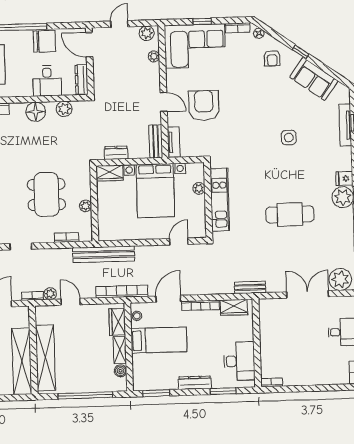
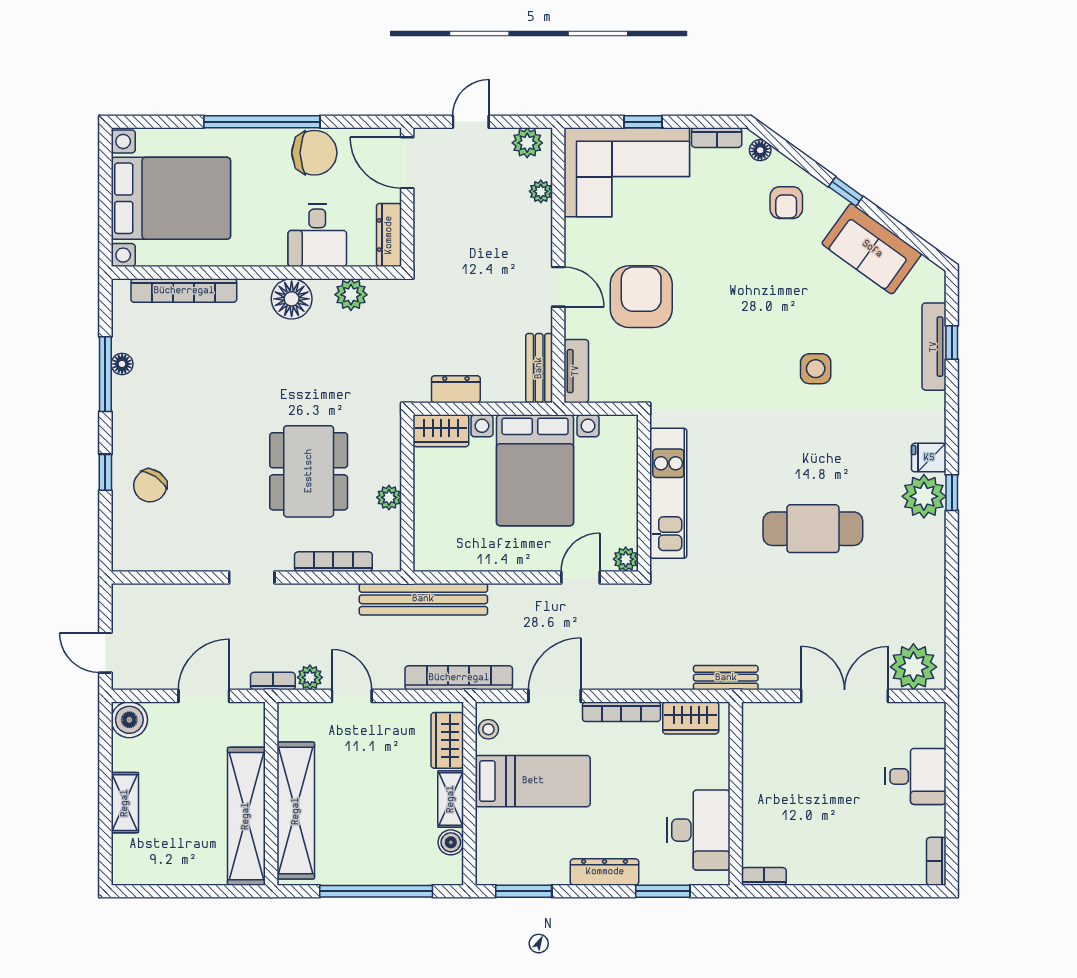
plant: (199, 188) -> (626, 559), moved
bookcase: (66, 237) -> (333, 562), width x1.56

